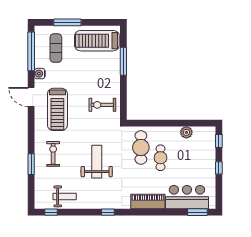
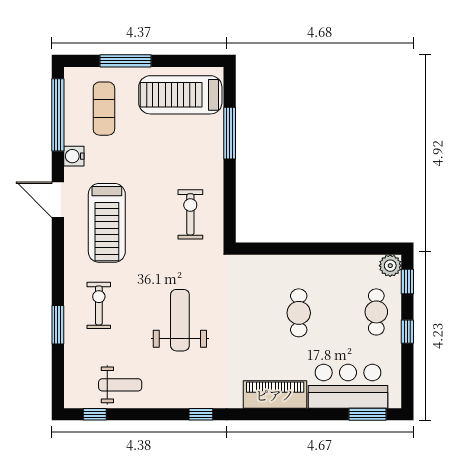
exercise bike: (102, 105) -> (190, 214), turned 90
plant: (186, 132) -> (390, 266), moved
cafe table: (141, 147) -> (376, 312), moved, width x0.73, depth x0.74

